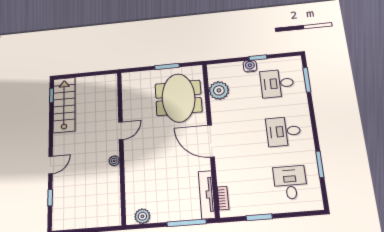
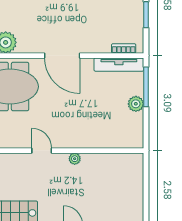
door: (211, 141) -> (62, 56), hinge flipped
plant: (142, 216) -> (136, 104), moved

